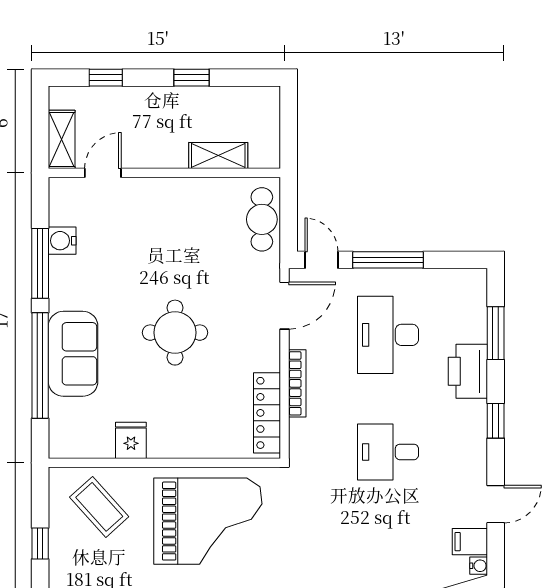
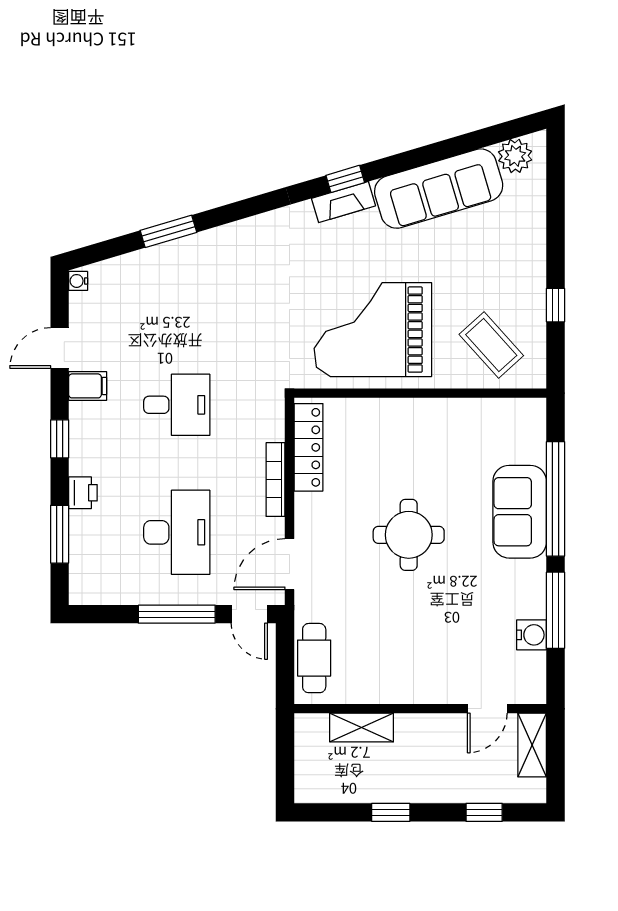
printer: (468, 371) -> (83, 493), width x0.53, depth x0.68
fridge: (131, 440) -> (457, 417), removed
filing cabinet: (470, 542) -> (88, 386), moved

